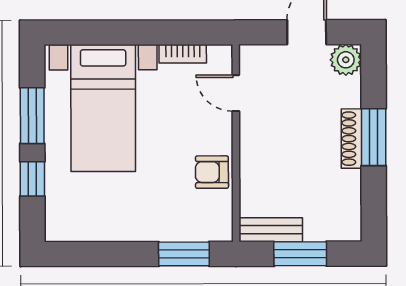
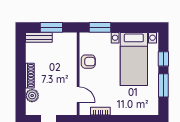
plant: (346, 60) -> (32, 96), moved
bed with nightstands: (103, 108) -> (134, 59), moved, turned 180
window: (374, 137) -> (21, 76), removed
bench: (271, 230) -> (39, 37), moved

